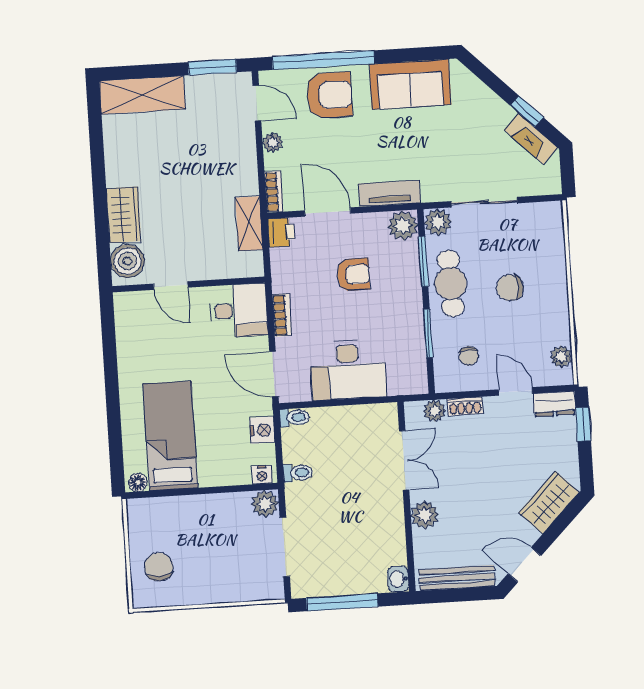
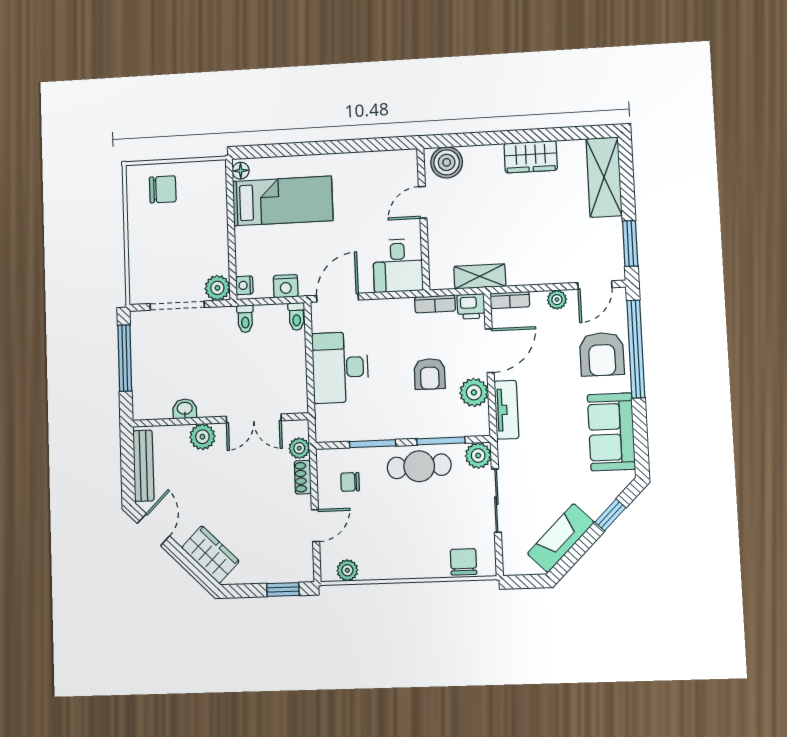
window: (527, 111) -> (610, 515), moved
fireplace: (531, 139) -> (561, 538), width x1.37, depth x1.32
wardrobe: (124, 215) -> (531, 157), moved
plant: (403, 226) -> (474, 392), moved
chair: (510, 288) -> (463, 562), moved
bookcase: (282, 315) -> (435, 304), moved
dresser: (554, 404) -> (303, 562), removed
washbasin: (398, 579) -> (185, 409), moved

